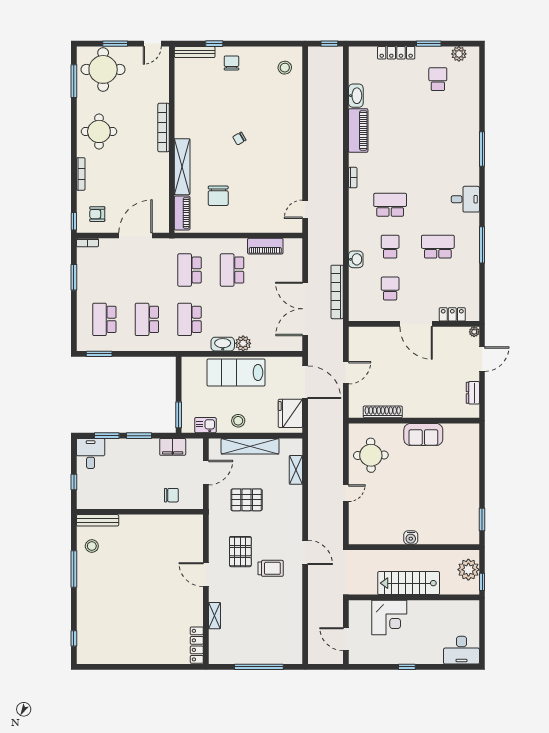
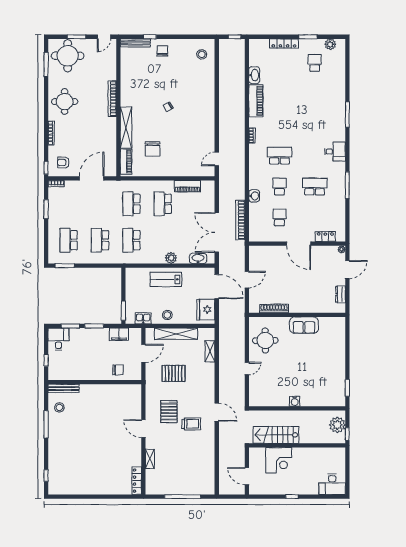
washbasin: (223, 344) -> (198, 258), moved
lab bench: (236, 372) -> (166, 279), width x0.73, depth x0.72
stairs: (409, 583) -> (276, 435), moved

